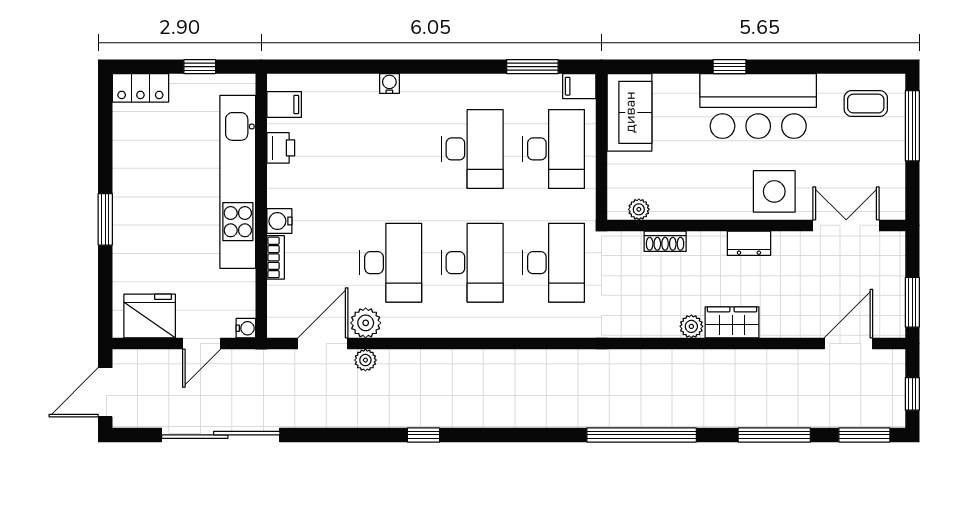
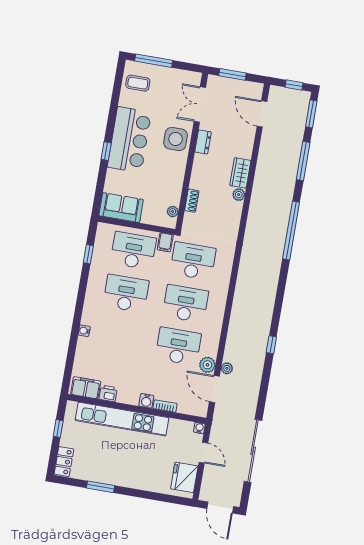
window: (532, 67) -> (88, 254), width x0.67
filing cabinet: (579, 86) -> (165, 242), moved
coffee table: (866, 104) -> (138, 83), turned 90
filing cabinet: (284, 105) -> (86, 388), width x2.00
window: (105, 219) -> (101, 487), moved
dresser: (749, 243) -> (203, 142), moved
window: (912, 302) -> (232, 74), moved

